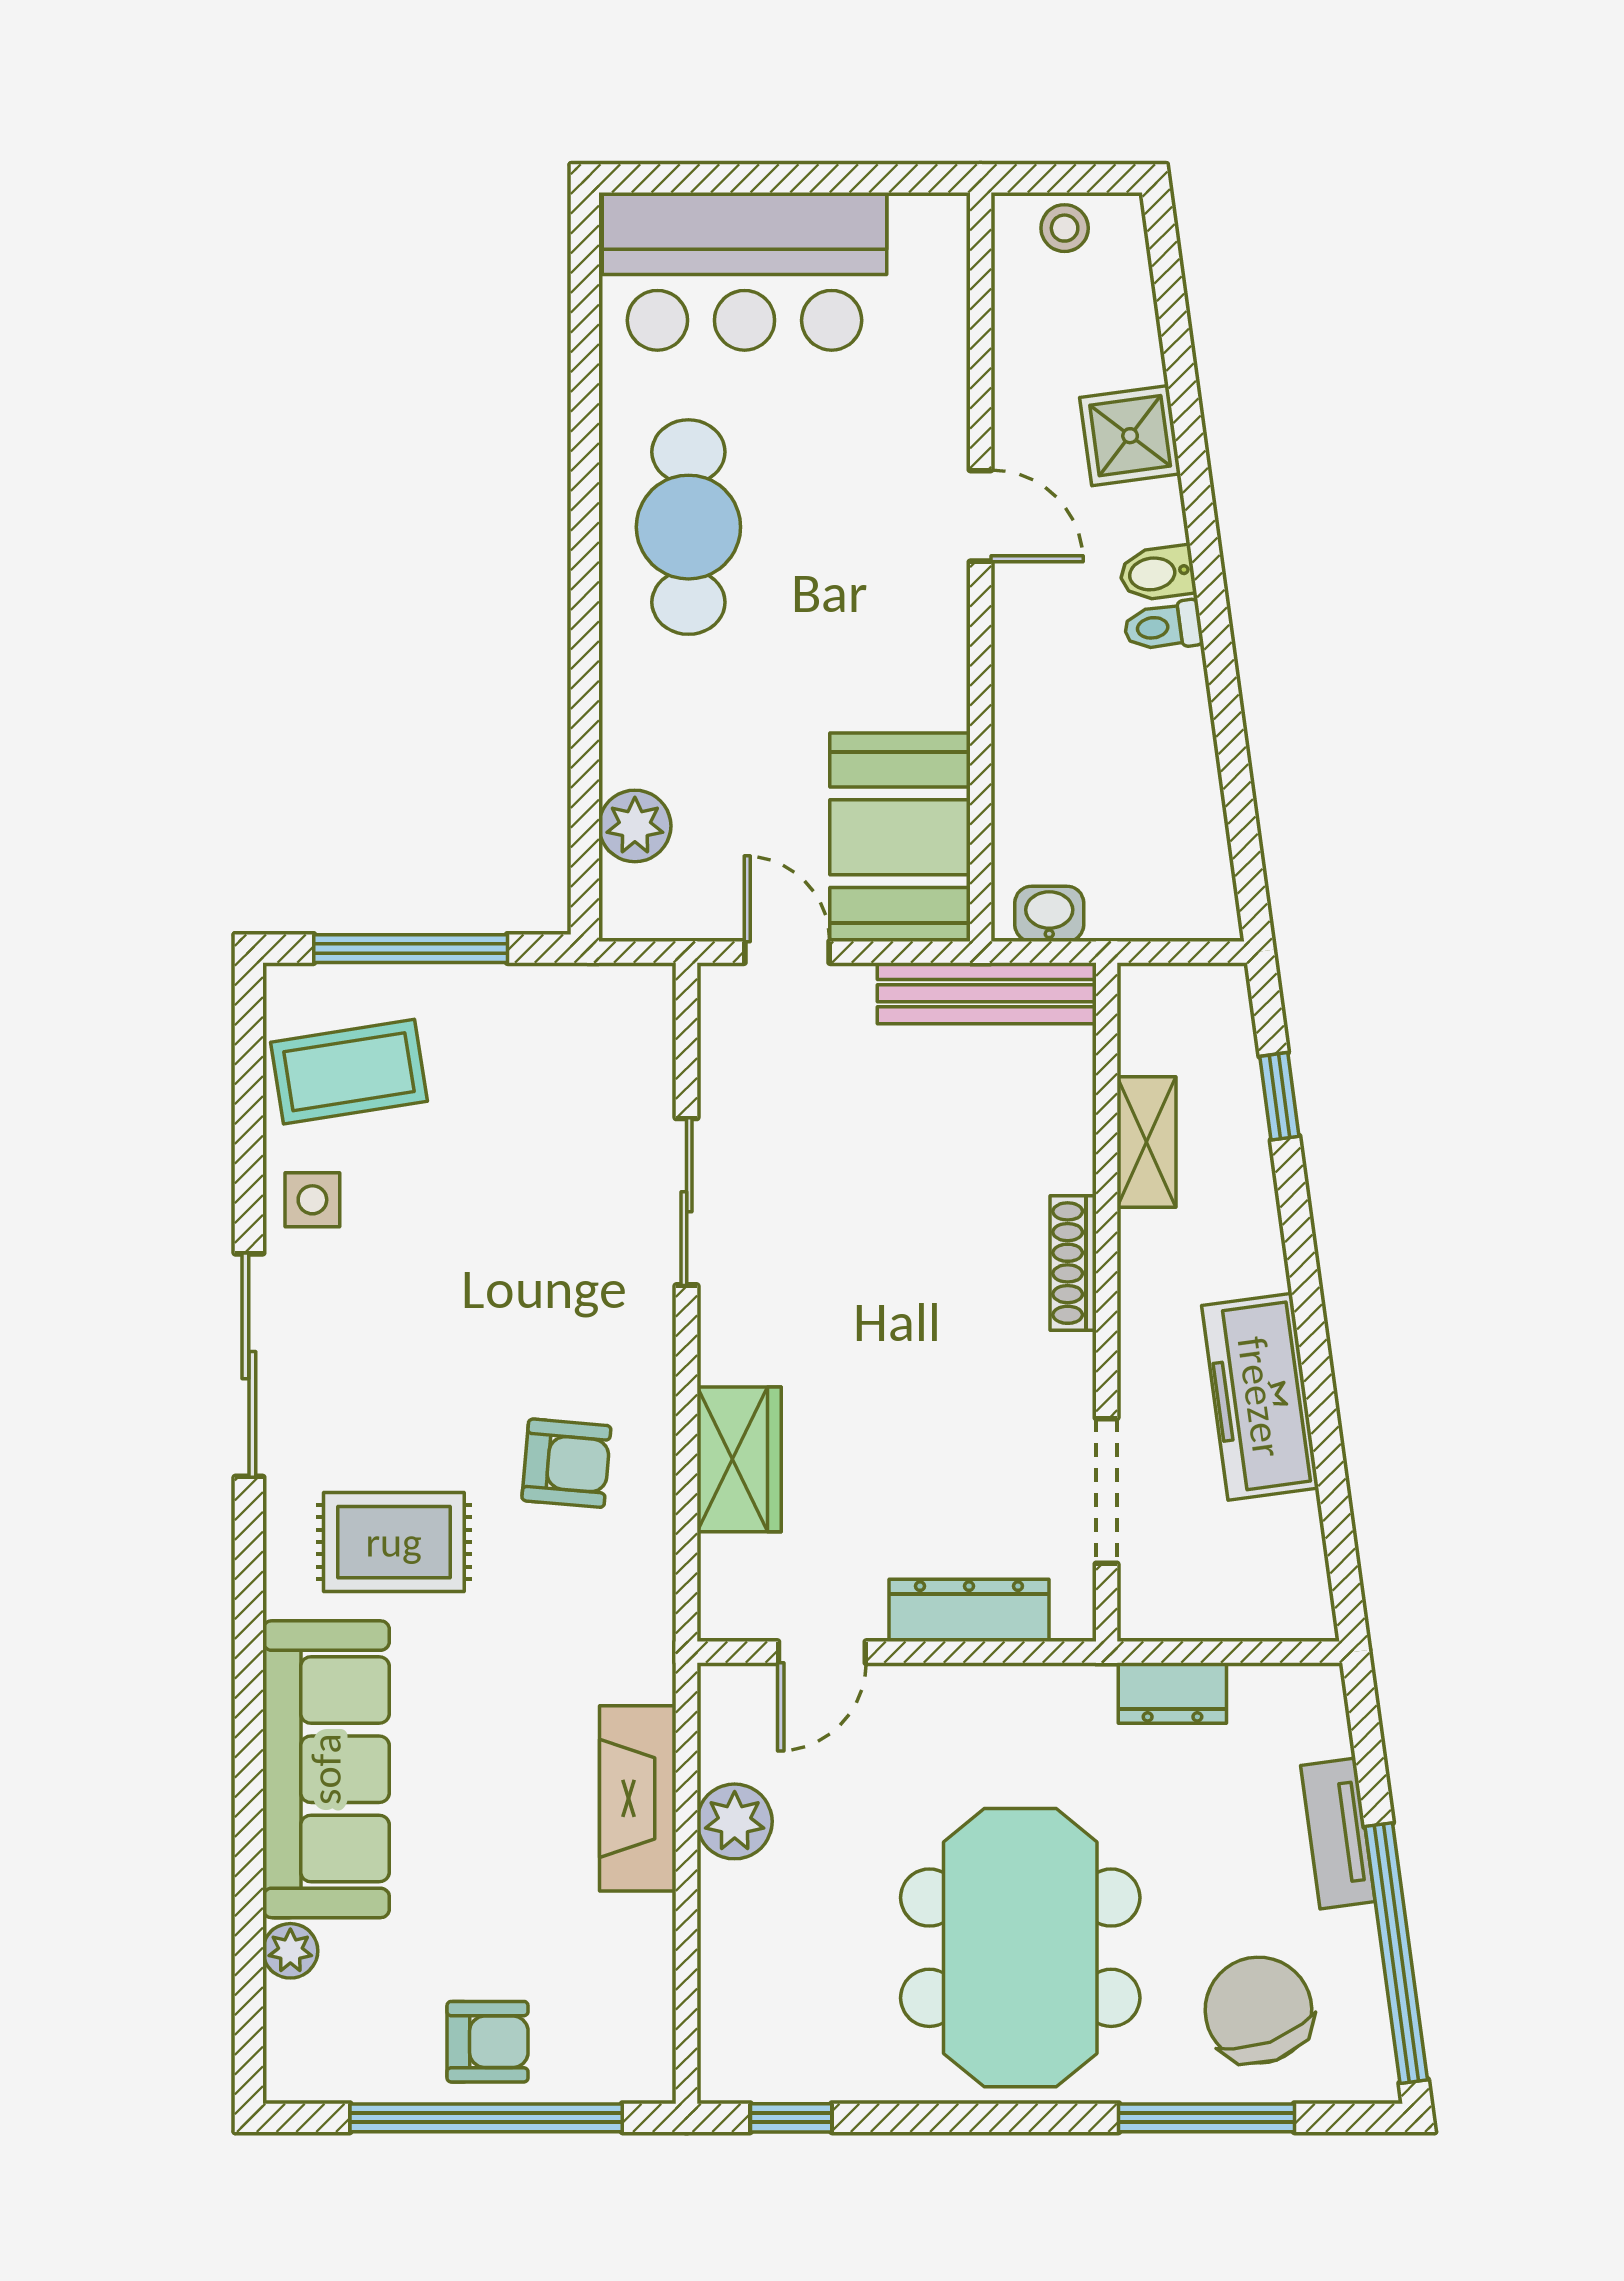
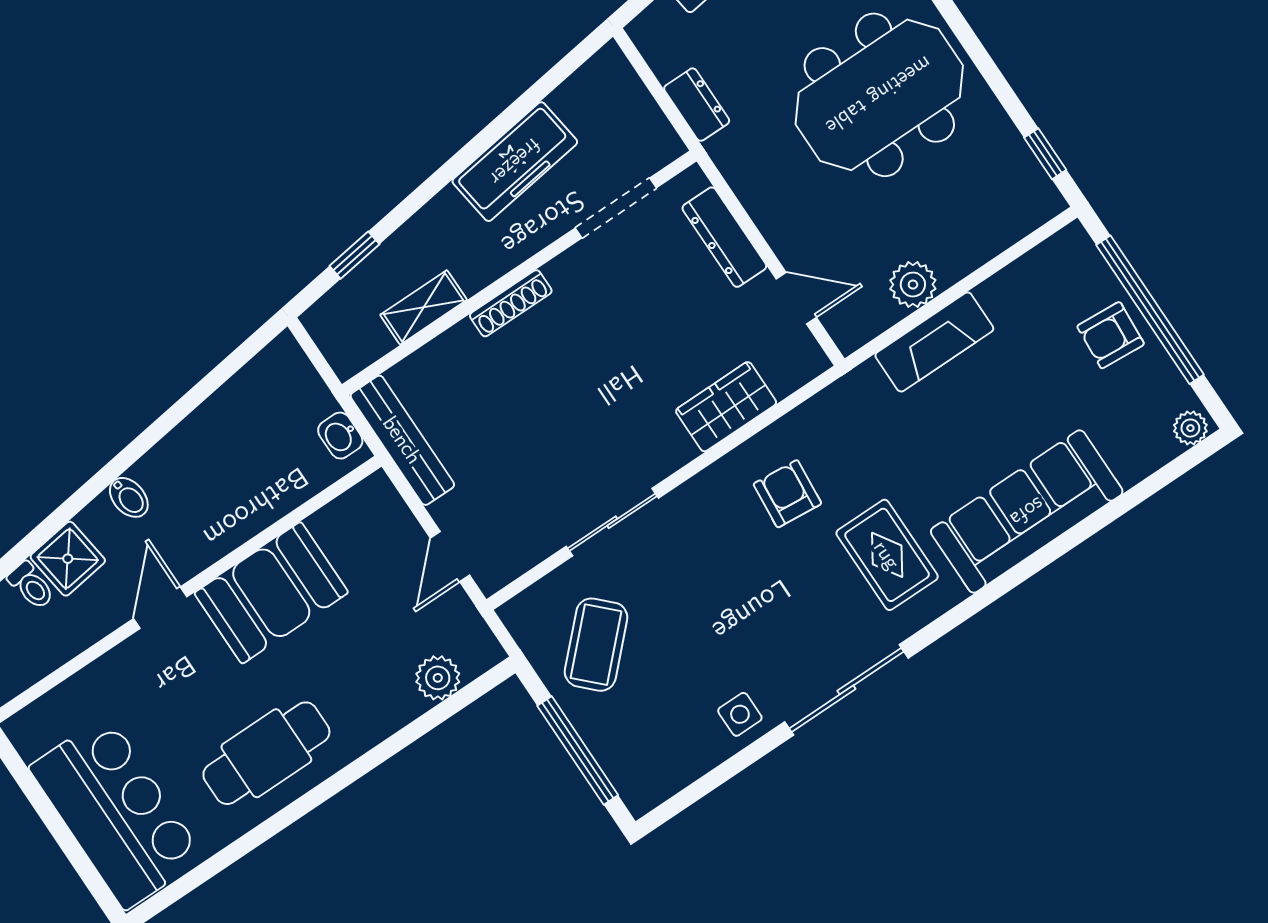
toilet: (1163, 626) -> (31, 586), moved
booth: (900, 837) -> (271, 593), moved
coffee table: (349, 1072) -> (596, 645), moved, turned 54
plant: (290, 1951) -> (1190, 428), moved
armchair: (487, 2042) -> (1111, 335), turned -86

